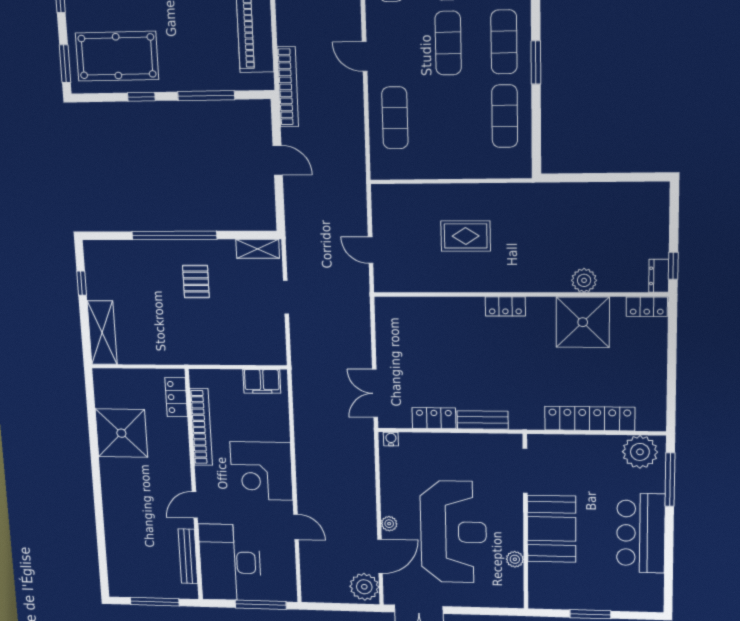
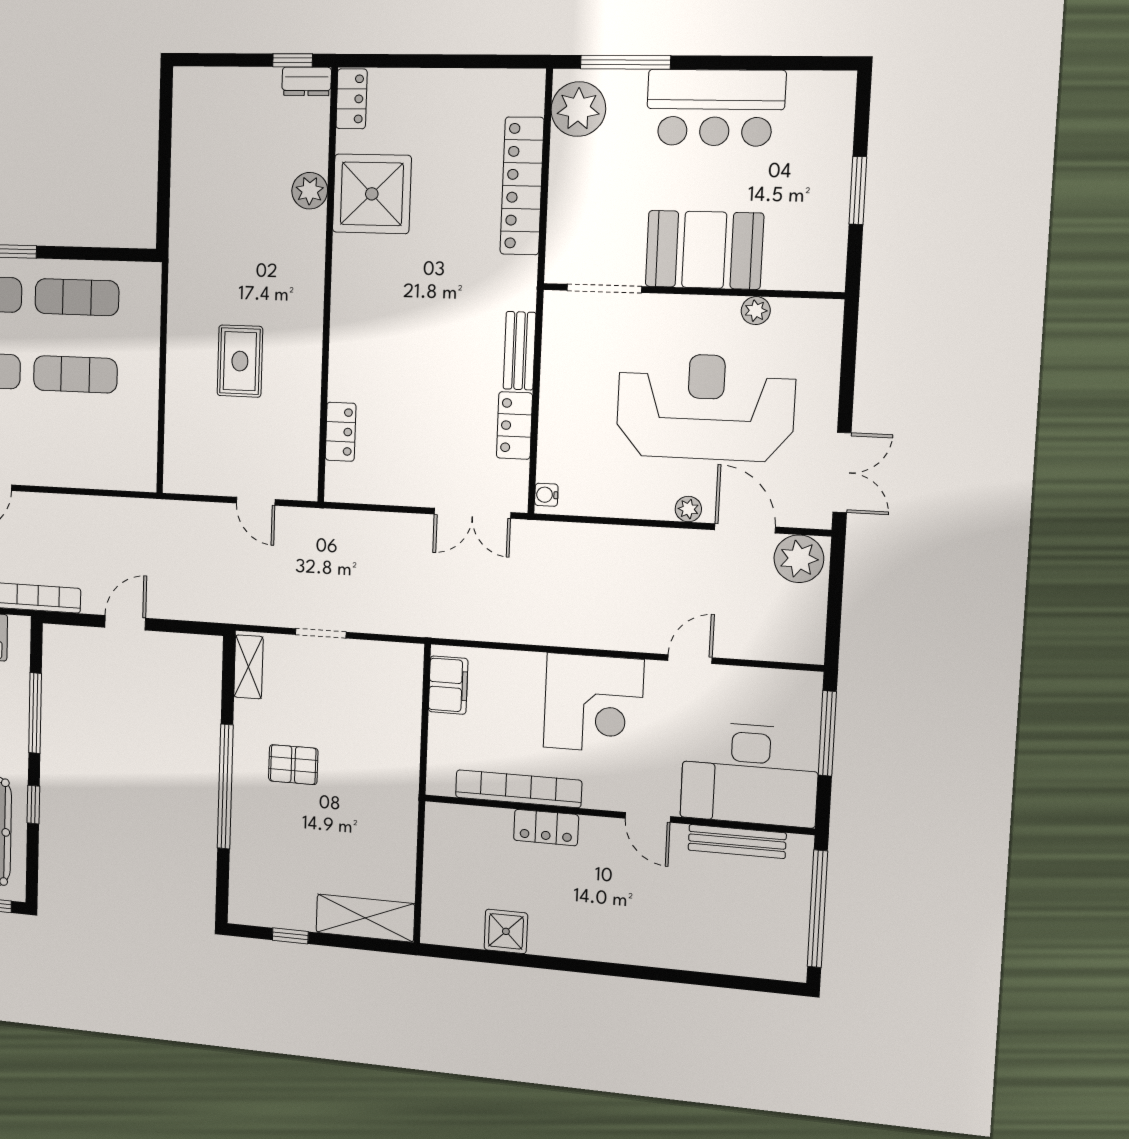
exercise mat: (395, 118) -> (75, 374), moved
door: (371, 250) -> (256, 501), hinge flipped
locker: (505, 306) -> (341, 432), moved
locker: (176, 397) -> (546, 828), moved
shower: (121, 433) -> (506, 931), width x0.54, depth x0.54
window: (155, 602) -> (817, 909), width x1.46

